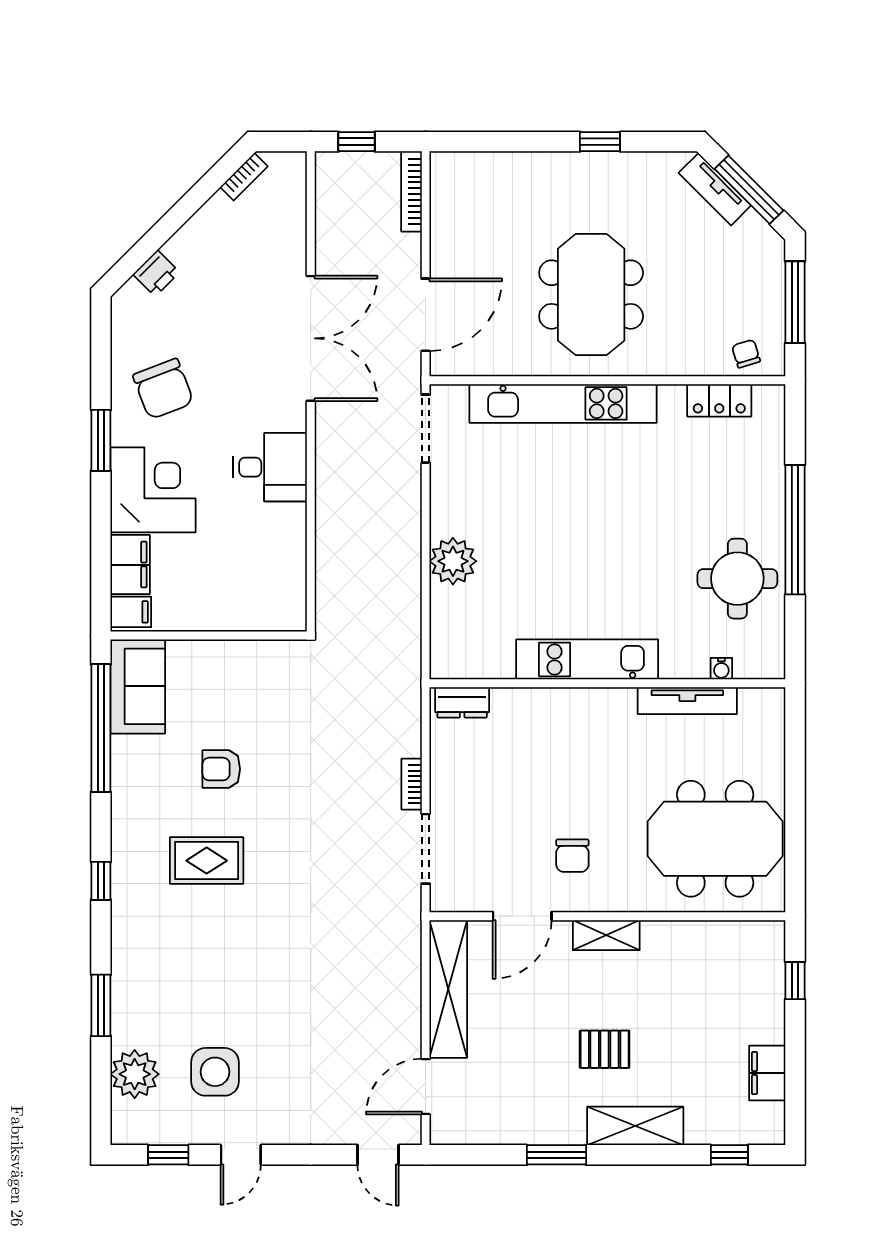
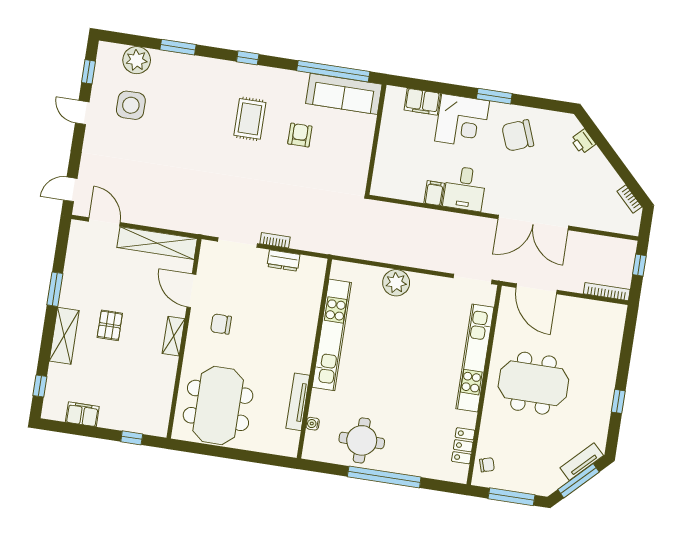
filing cabinet: (131, 612) -> (434, 193), moved, turned 180
kitchen unit: (587, 659) -> (332, 335), width x1.36
sofa: (138, 686) -> (344, 94), width x1.36
dresser: (462, 702) -> (283, 261), moved, turned -90

